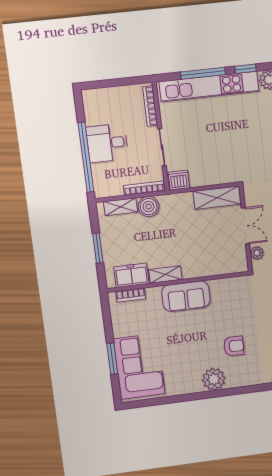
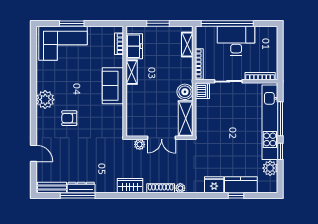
desk: (107, 143) -> (236, 41), width x1.37
boiler: (149, 207) -> (185, 92), moved
armchair: (234, 346) -> (69, 118), turned 89

